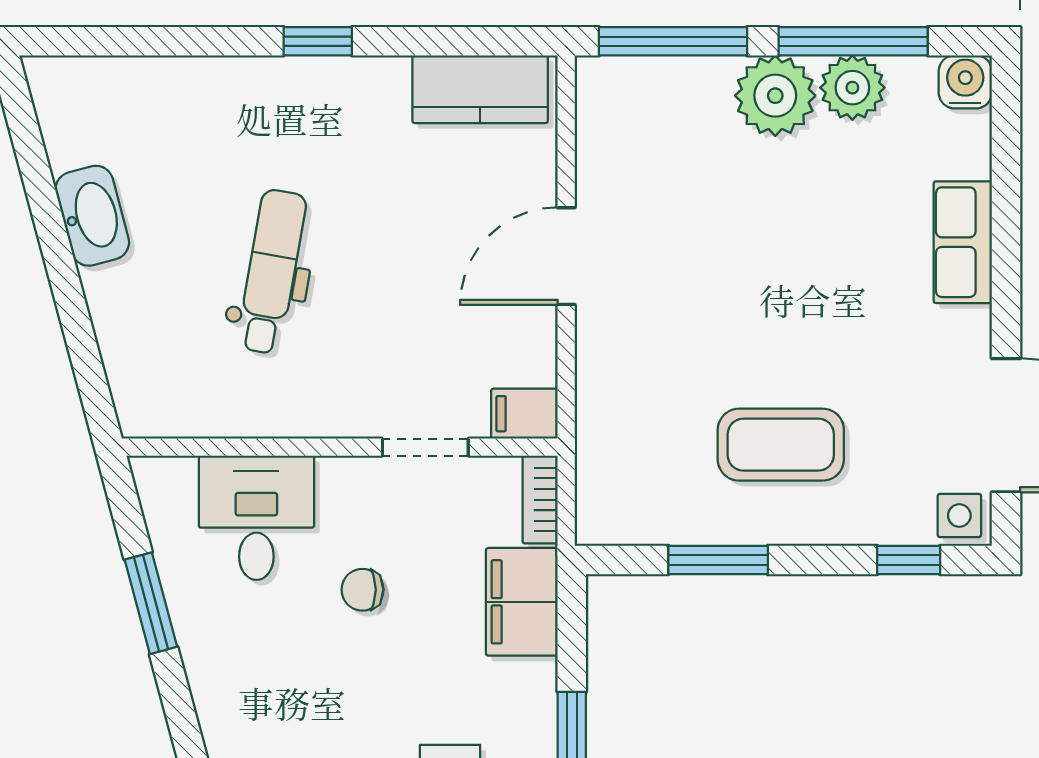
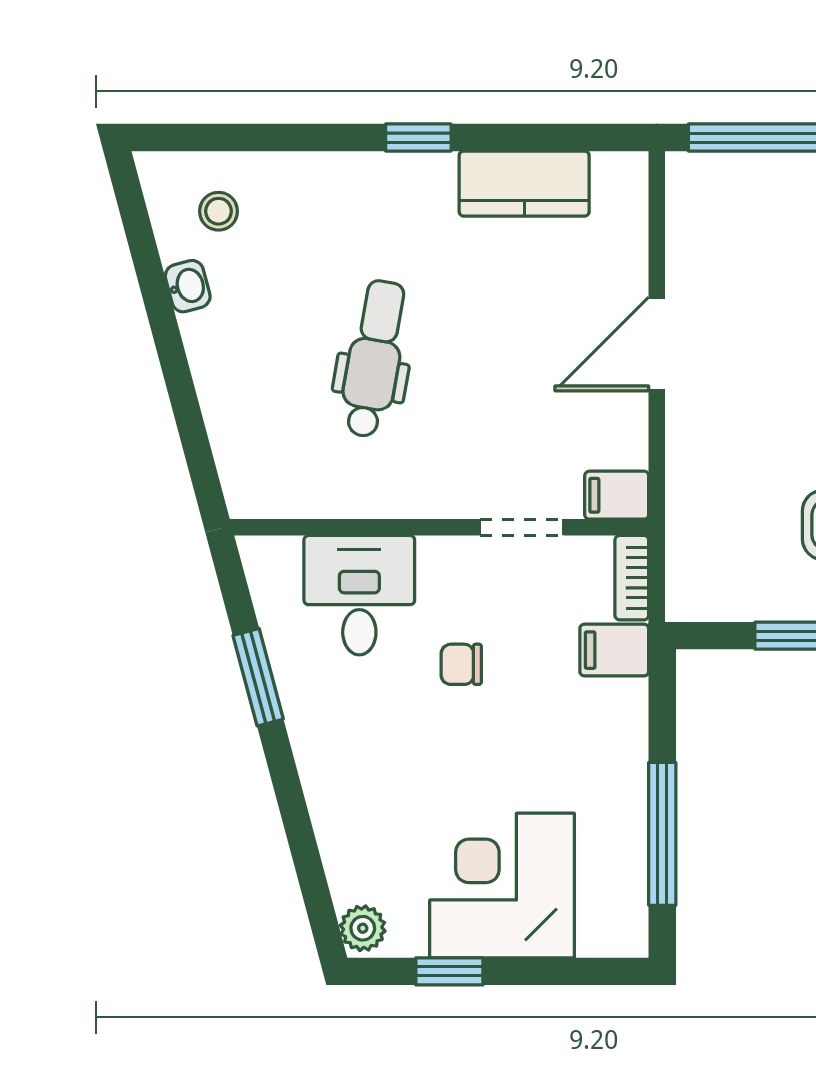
kitchen counter: (480, 89) -> (524, 184), moved
stool: (110, 118) -> (218, 211), added
washbasin: (92, 216) -> (188, 286), width x0.52, depth x0.69
filing cabinet: (522, 602) -> (614, 650), width x0.50

